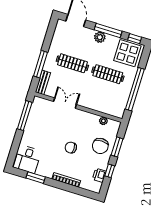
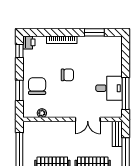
desk: (27, 159) -> (109, 88), moved, turned 90
window: (110, 171) -> (19, 51), moved
printer: (99, 175) -> (29, 42), moved

